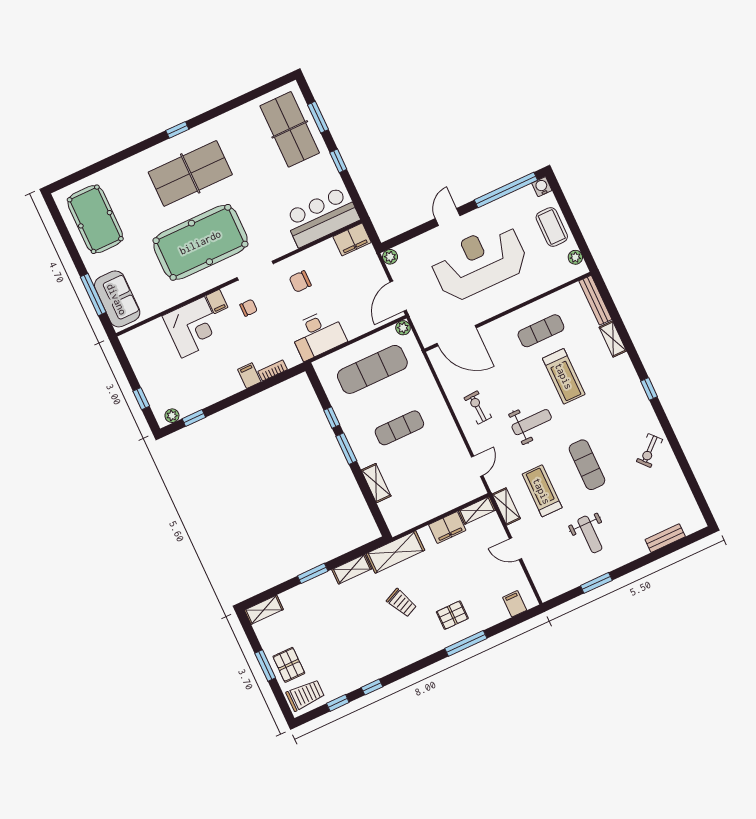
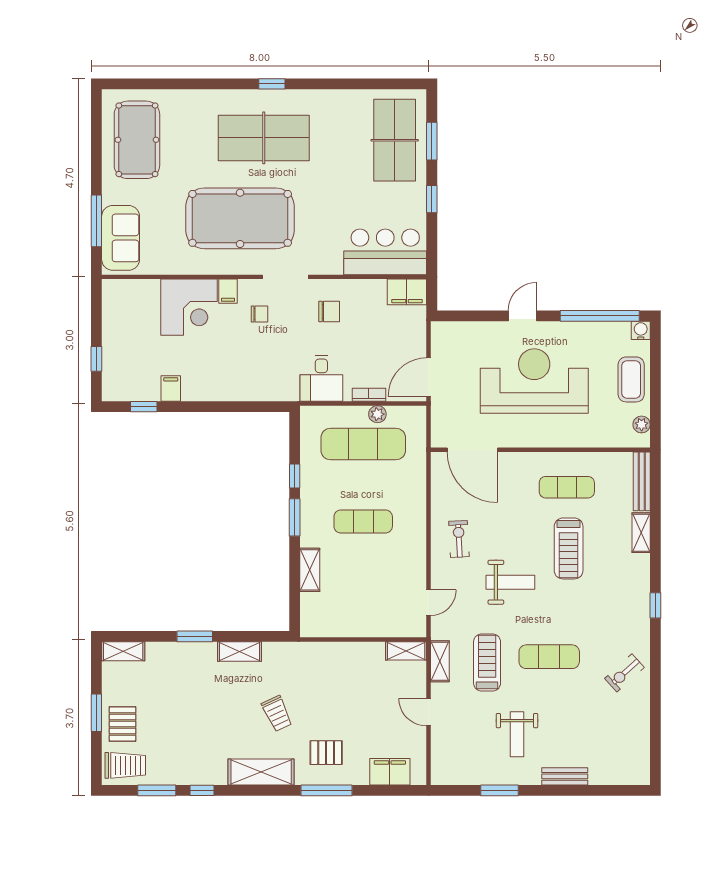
plant: (390, 257) -> (440, 330), removed
chair: (300, 281) -> (329, 312), turned 180
plant: (403, 328) -> (377, 414), moved
desk: (318, 335) -> (321, 378), width x0.73
bookcase: (273, 370) -> (369, 395), moved
filing cabinet: (249, 376) -> (171, 388), moved
plant: (172, 416) -> (121, 393), removed
exercise mat: (587, 465) -> (549, 657), turned 90
filing cabinet: (447, 527) -> (365, 654), removed
bench: (665, 538) -> (565, 776), moved
shelving: (395, 552) -> (261, 772), moved
filing cabinet: (515, 604) -> (390, 772), width x2.00
window: (338, 703) -> (157, 790), width x1.50

